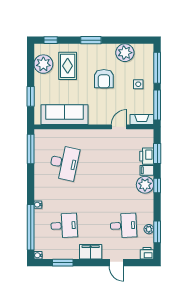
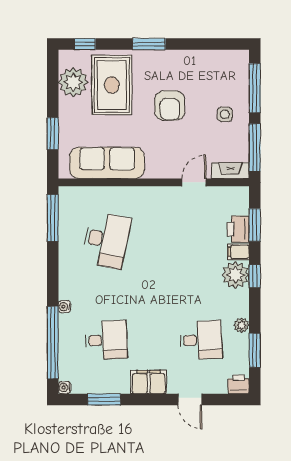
plant: (125, 53) -> (203, 64), removed
rug: (68, 66) -> (112, 85), width x1.36, depth x1.43
plant: (149, 229) -> (242, 325), moved

